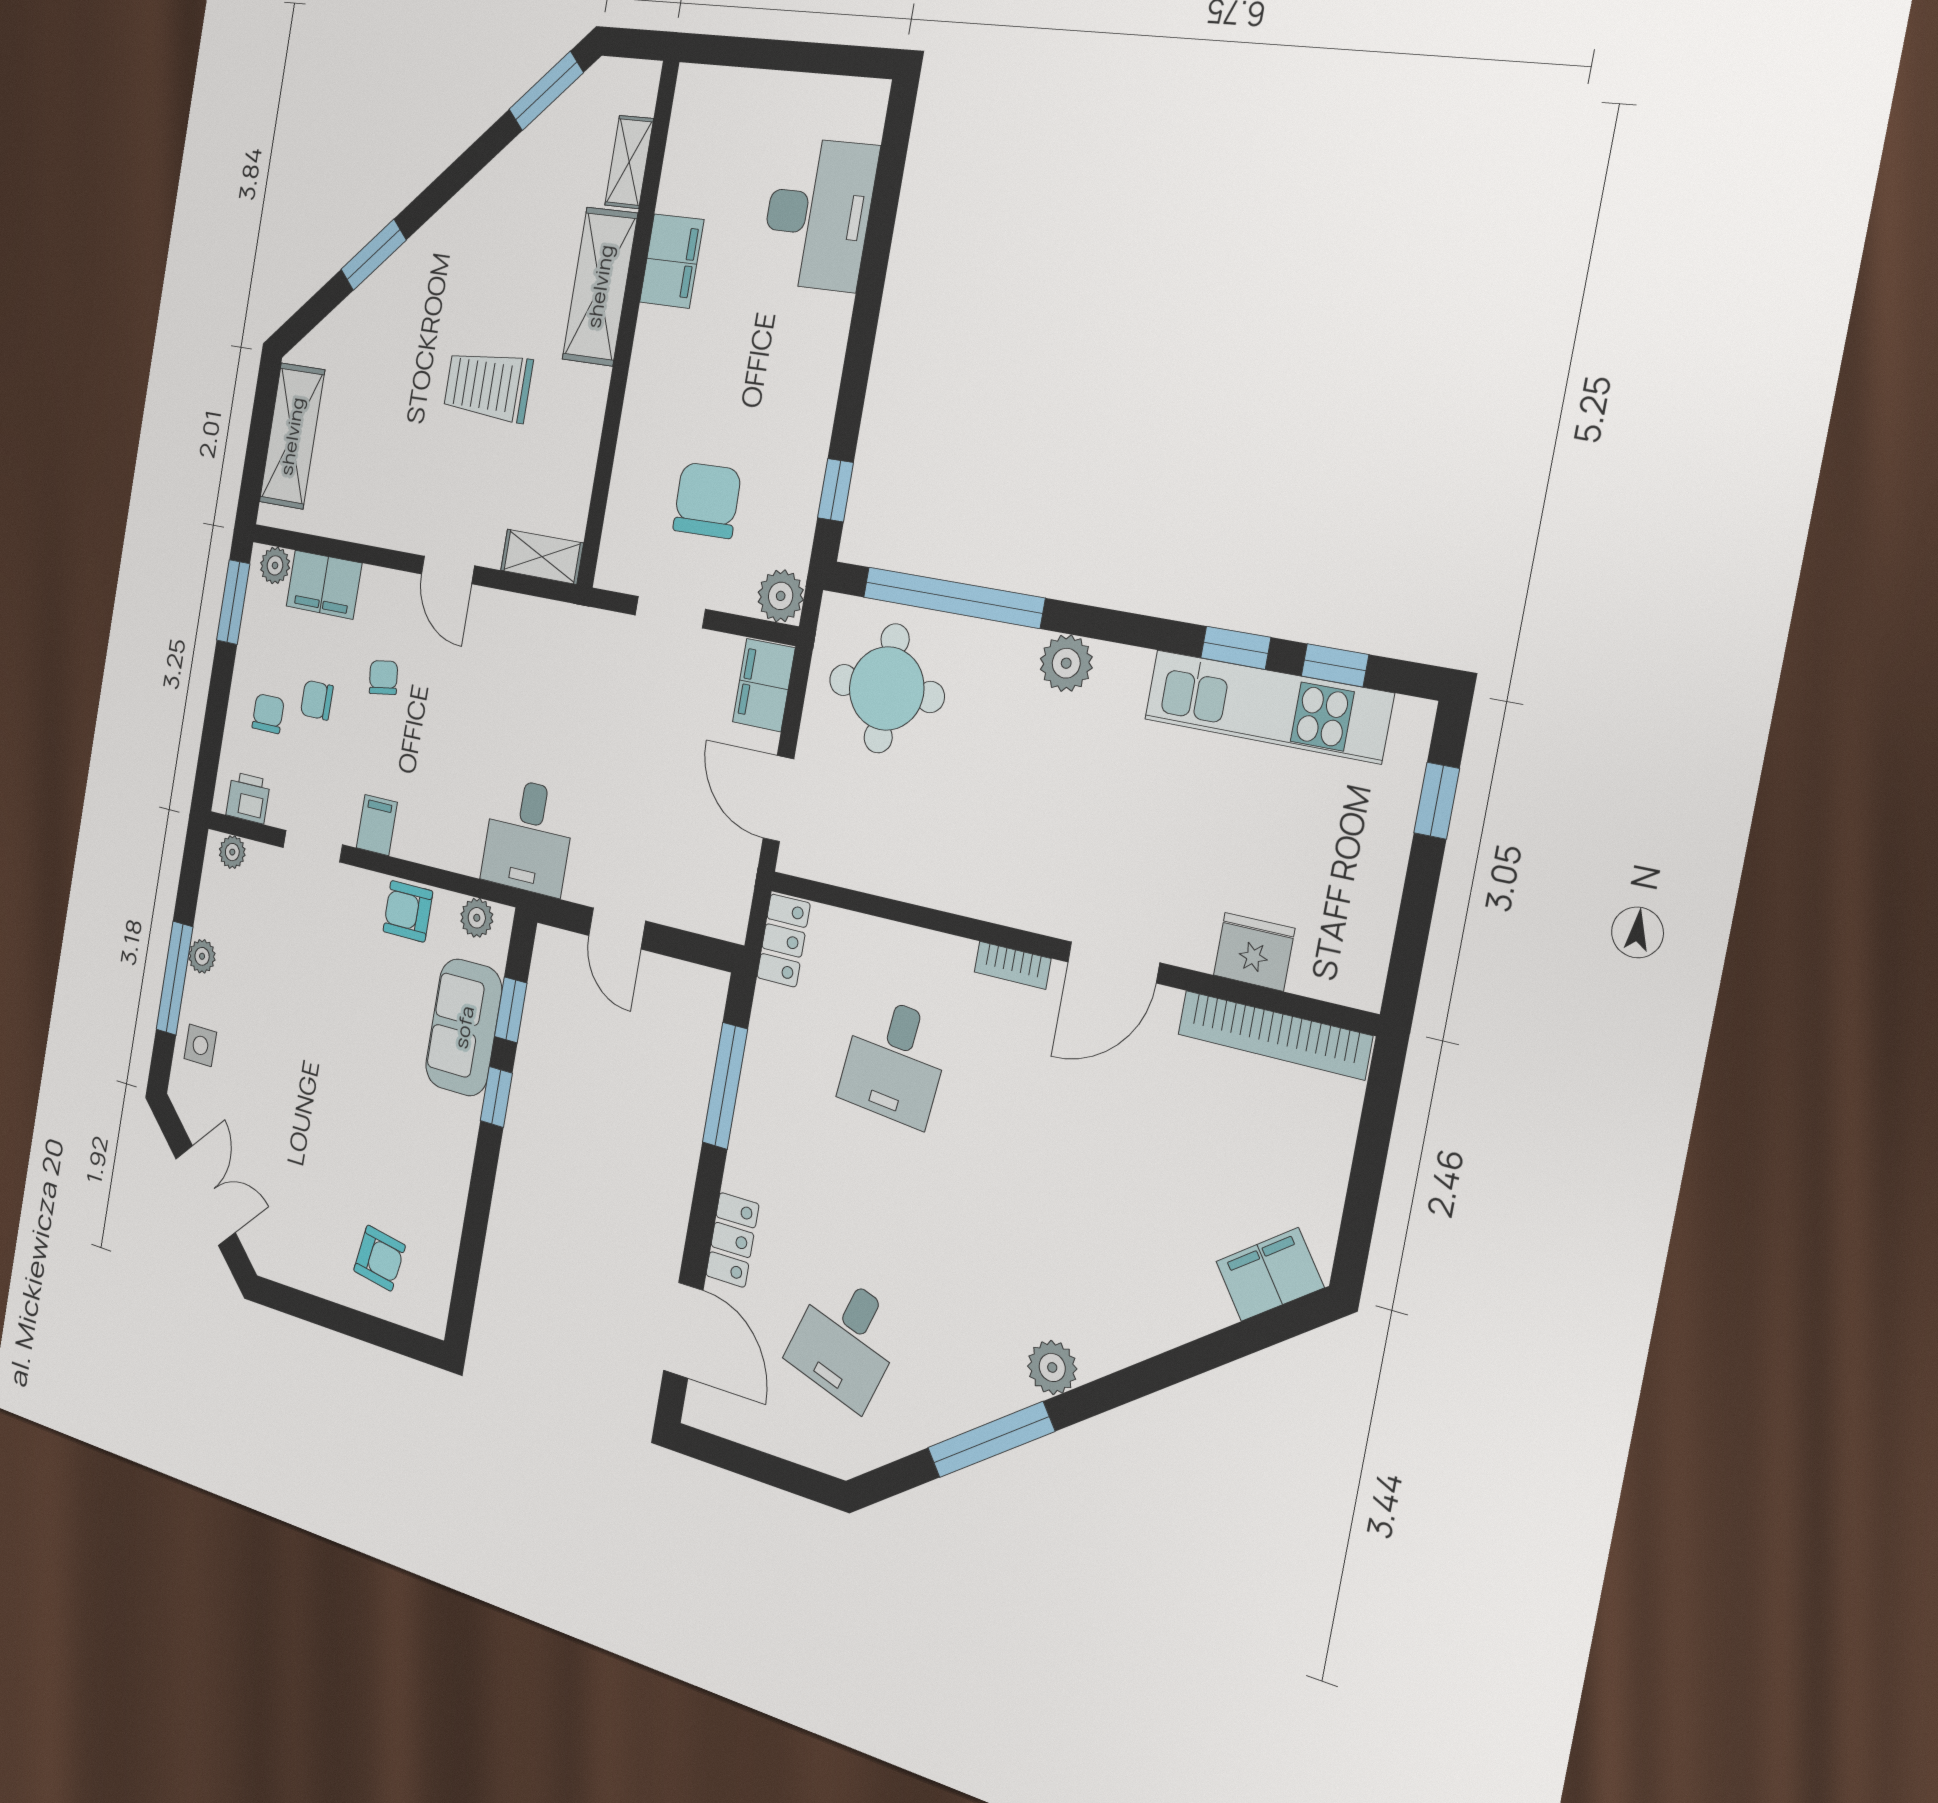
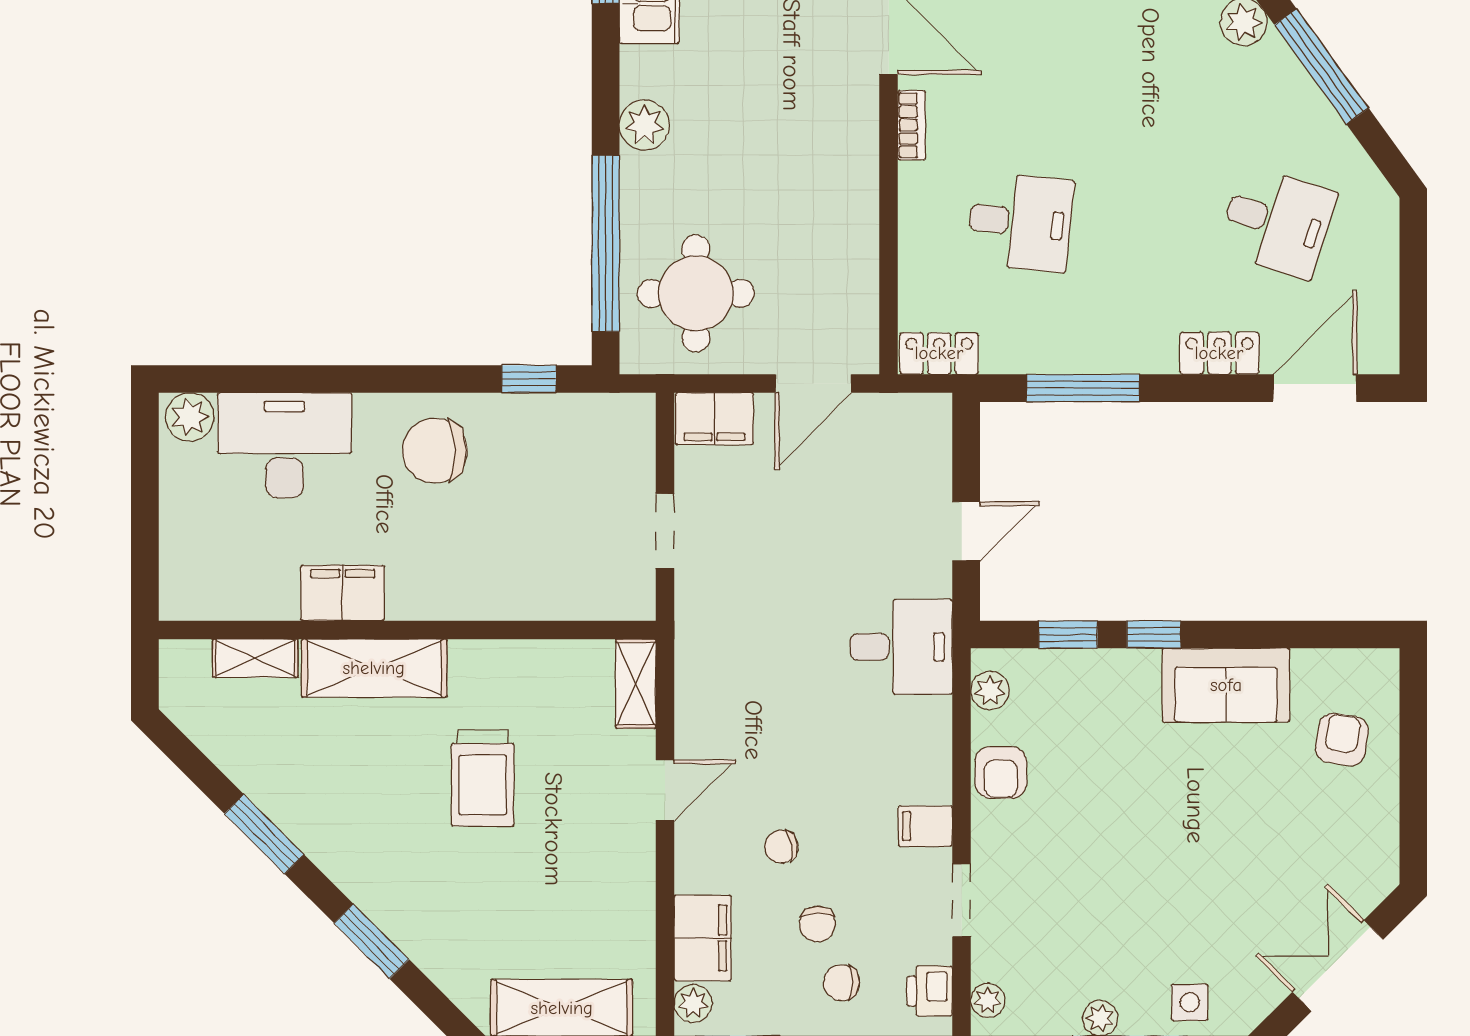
window: (546, 91) -> (264, 834), moved
chair: (707, 500) -> (435, 451), moved
plant: (781, 596) -> (190, 417), moved
sofa: (464, 1027) -> (1226, 685), moved

